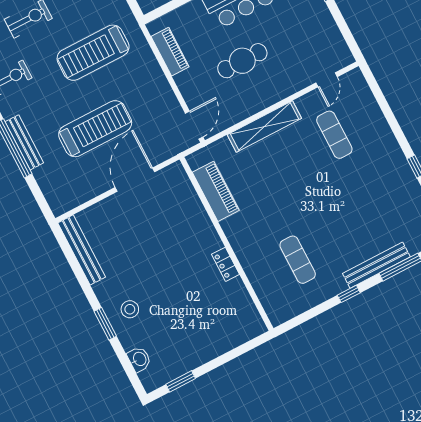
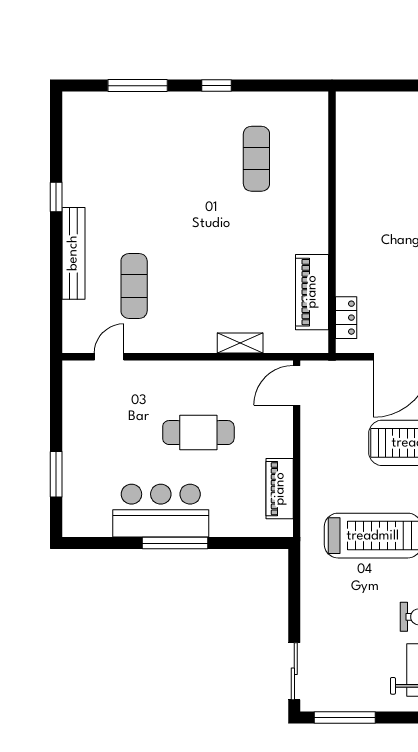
shelving: (264, 126) -> (240, 343), width x0.45, depth x0.75
locker: (225, 264) -> (346, 318), moved
bench: (376, 265) -> (73, 253), moved, turned 90

